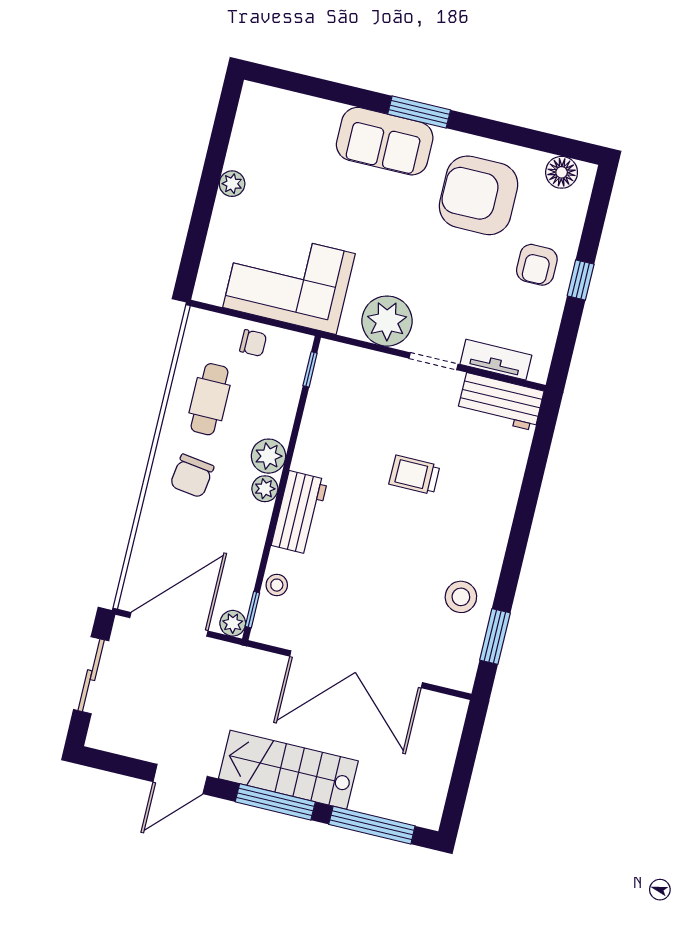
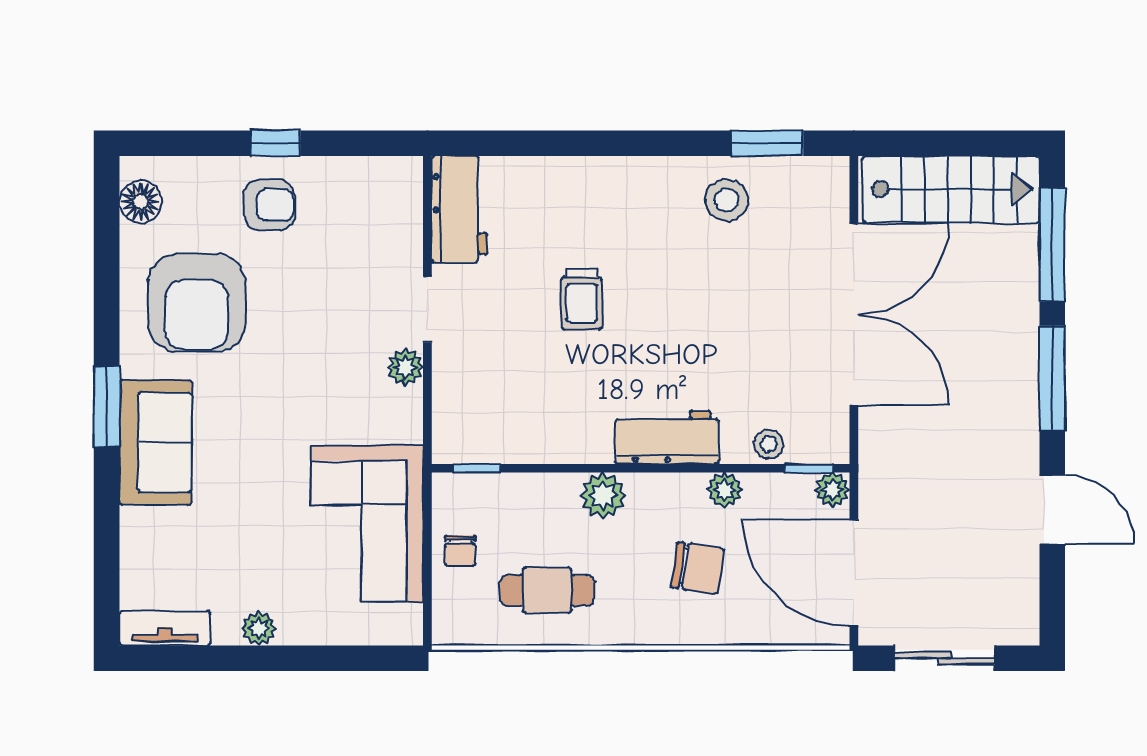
plant: (387, 321) -> (405, 367), width x0.53, depth x0.53
chair: (253, 343) -> (460, 551), turned 180
tv unit: (496, 360) -> (165, 628), moved, turned 90
chair: (192, 476) -> (697, 568), moved
plant: (265, 489) -> (724, 490), moved
stairs: (288, 770) -> (951, 189), moved, turned -90

